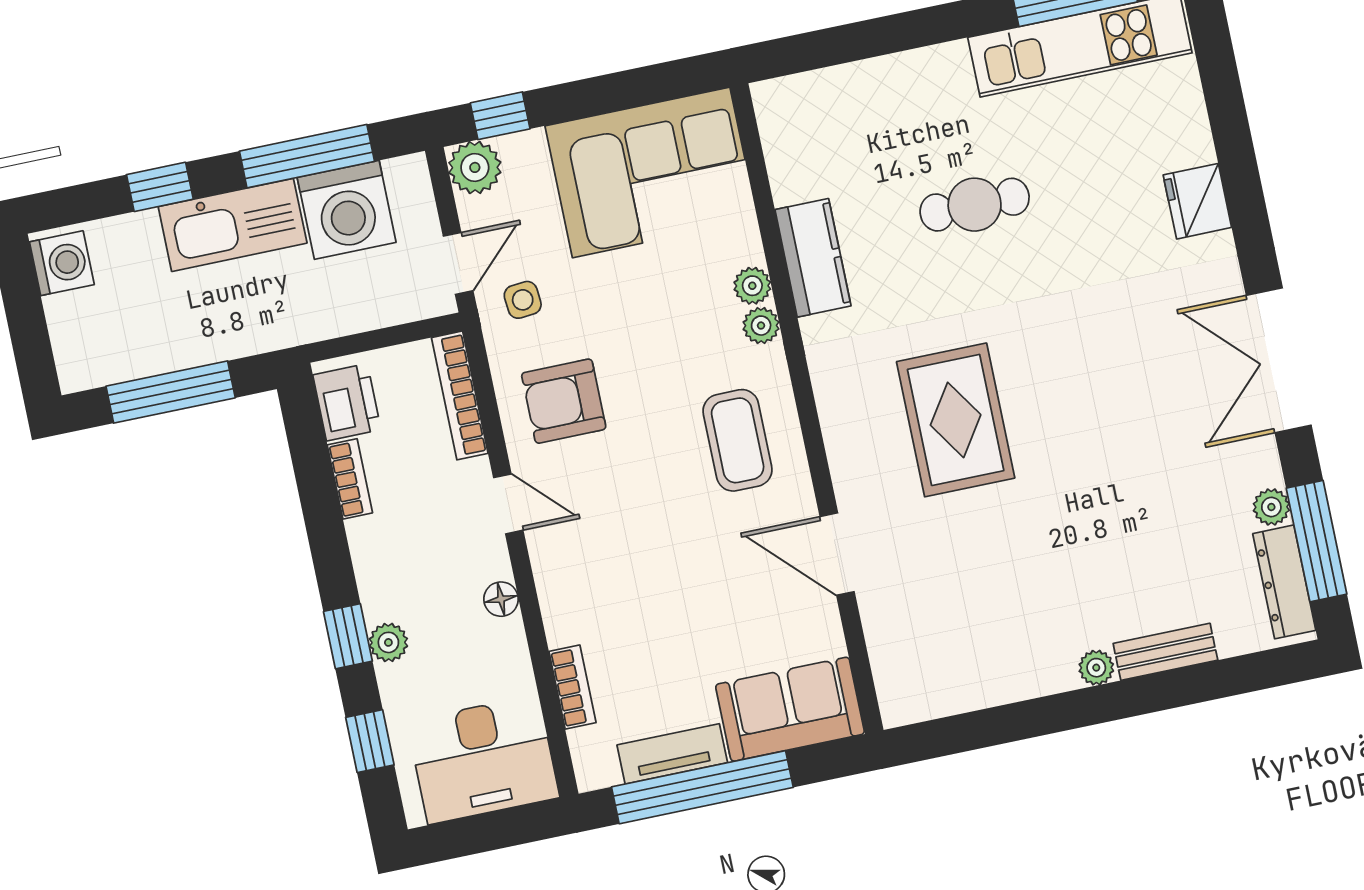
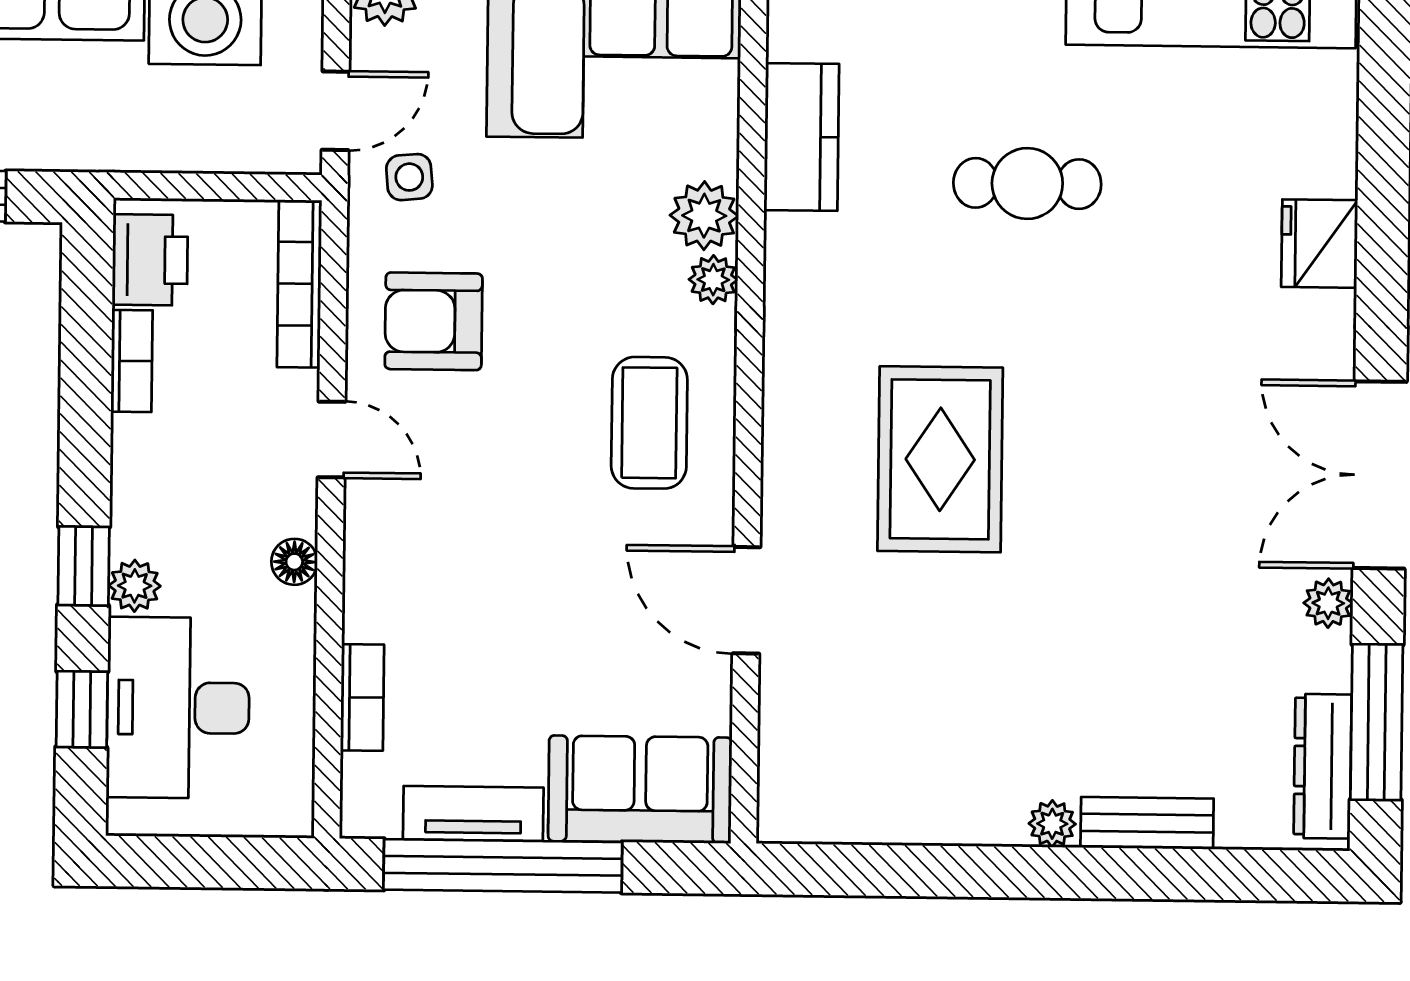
kitchen counter: (813, 258) -> (801, 137), moved
plant: (752, 286) -> (704, 216), width x1.38, depth x1.38
plant: (1271, 507) -> (1328, 603), moved
desk: (483, 760) -> (178, 708), moved, turned 90

